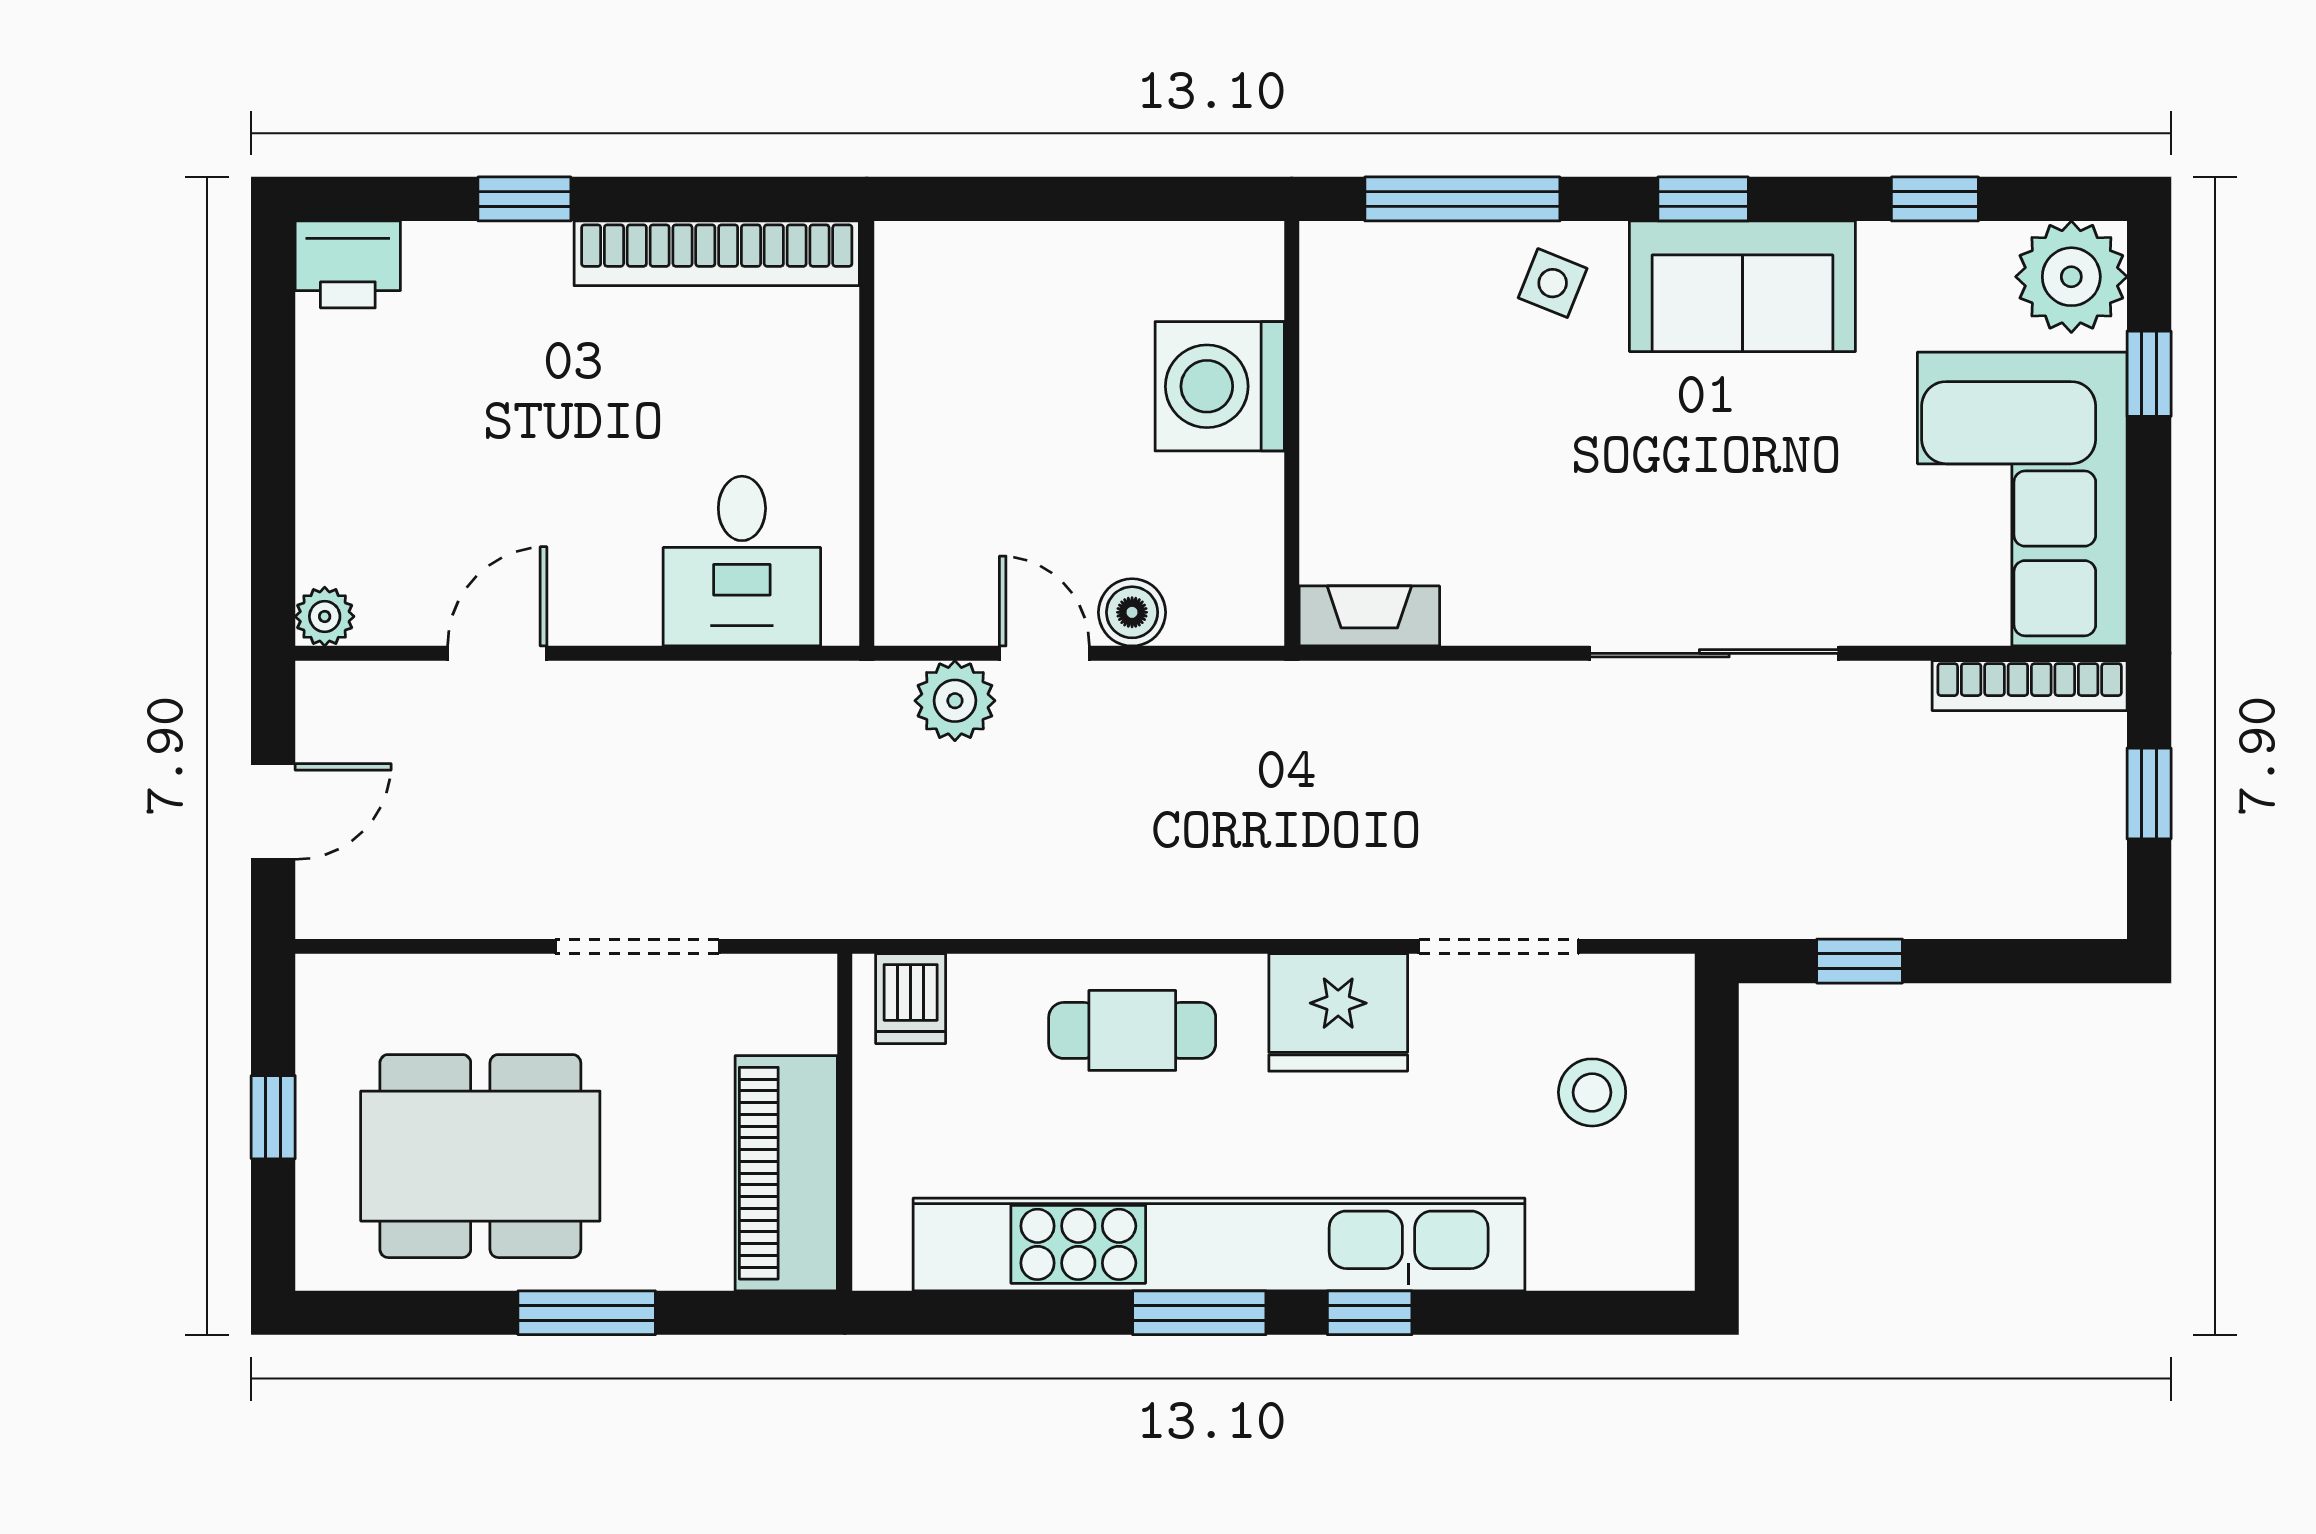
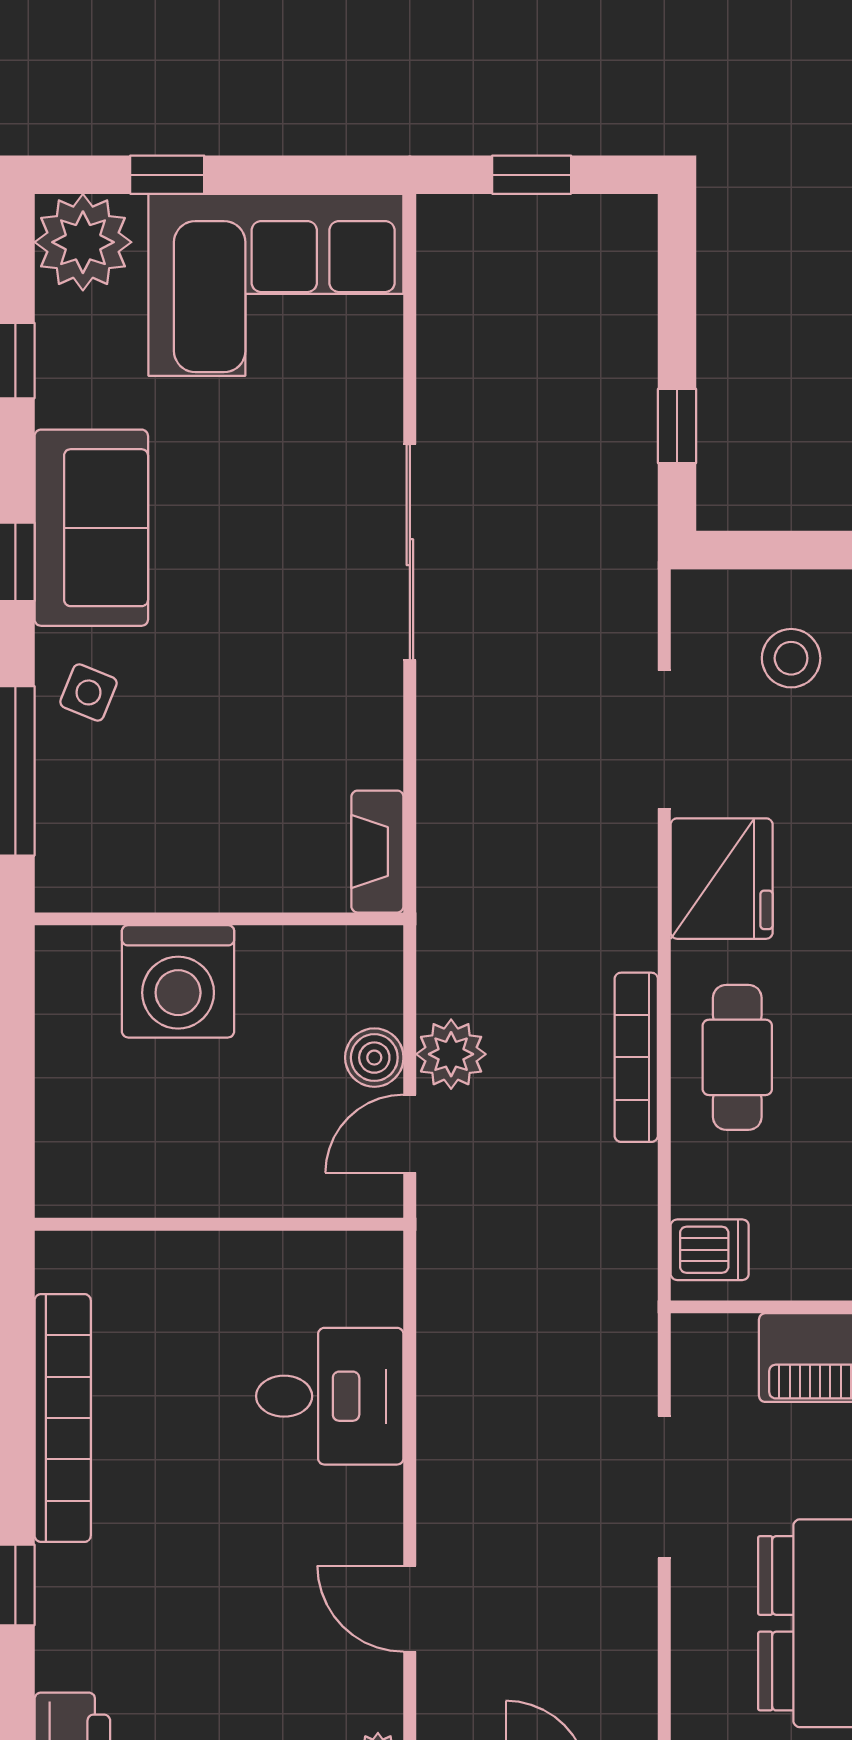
wall: (867, 433) -> (219, 1224), moved
bookcase: (2030, 686) -> (636, 1057), moved, turned 180
plant: (955, 701) -> (451, 1054), moved

